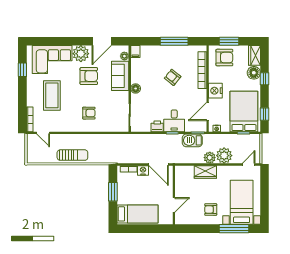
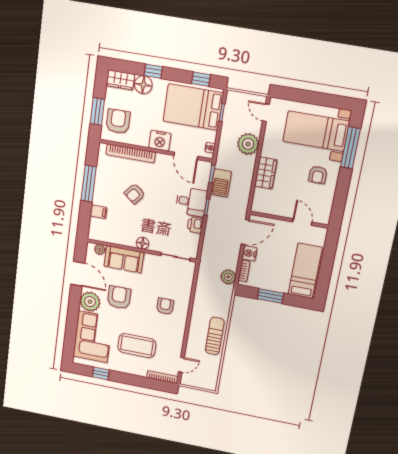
filing cabinet: (135, 52) -> (99, 212), moved
plant: (210, 158) -> (228, 277), moved

